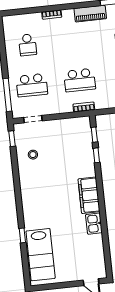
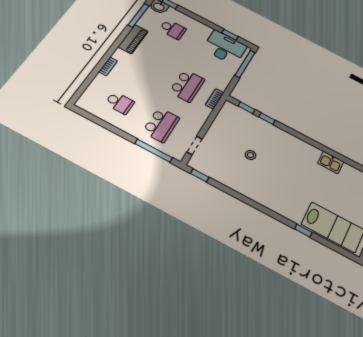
stool: (33, 155) -> (250, 155), moved
filing cabinet: (89, 195) -> (301, 149), removed

